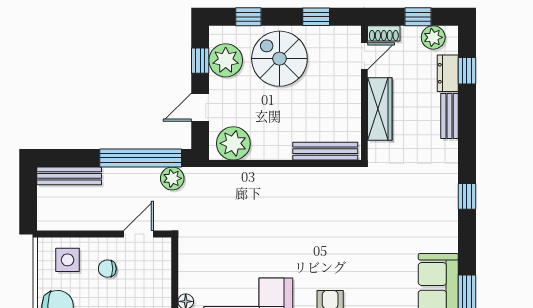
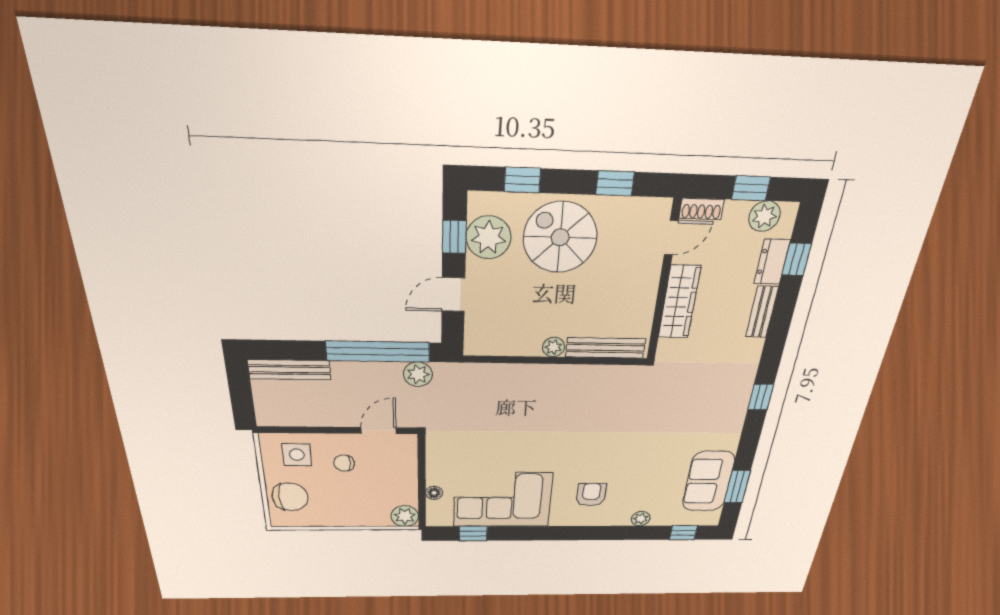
plant: (233, 143) -> (554, 347), moved, width x0.53, depth x0.53

